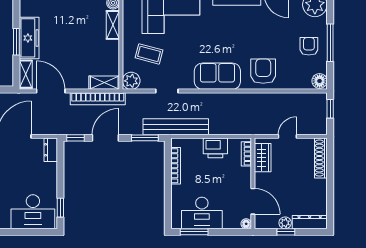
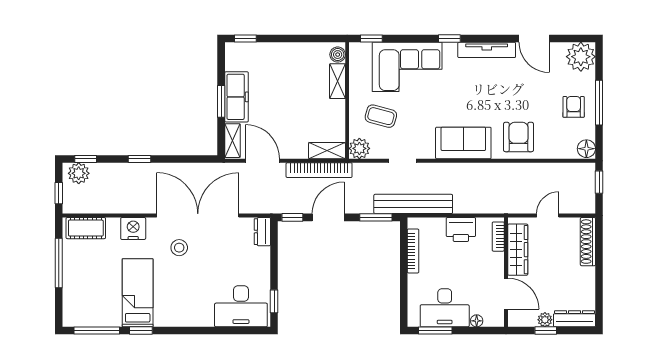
wardrobe: (263, 158) -> (518, 250), width x1.50
floor lamp: (246, 224) -> (477, 321), moved

